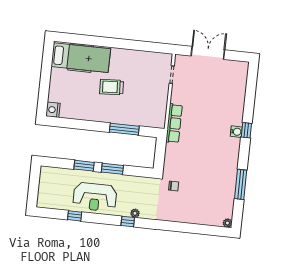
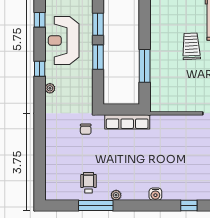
row of seats: (174, 123) -> (127, 122), moved
window: (246, 130) -> (189, 206), moved
wheelchair: (220, 189) -> (89, 183), added
window: (128, 222) -> (40, 69), moved
plant: (227, 223) -> (116, 195), moved

